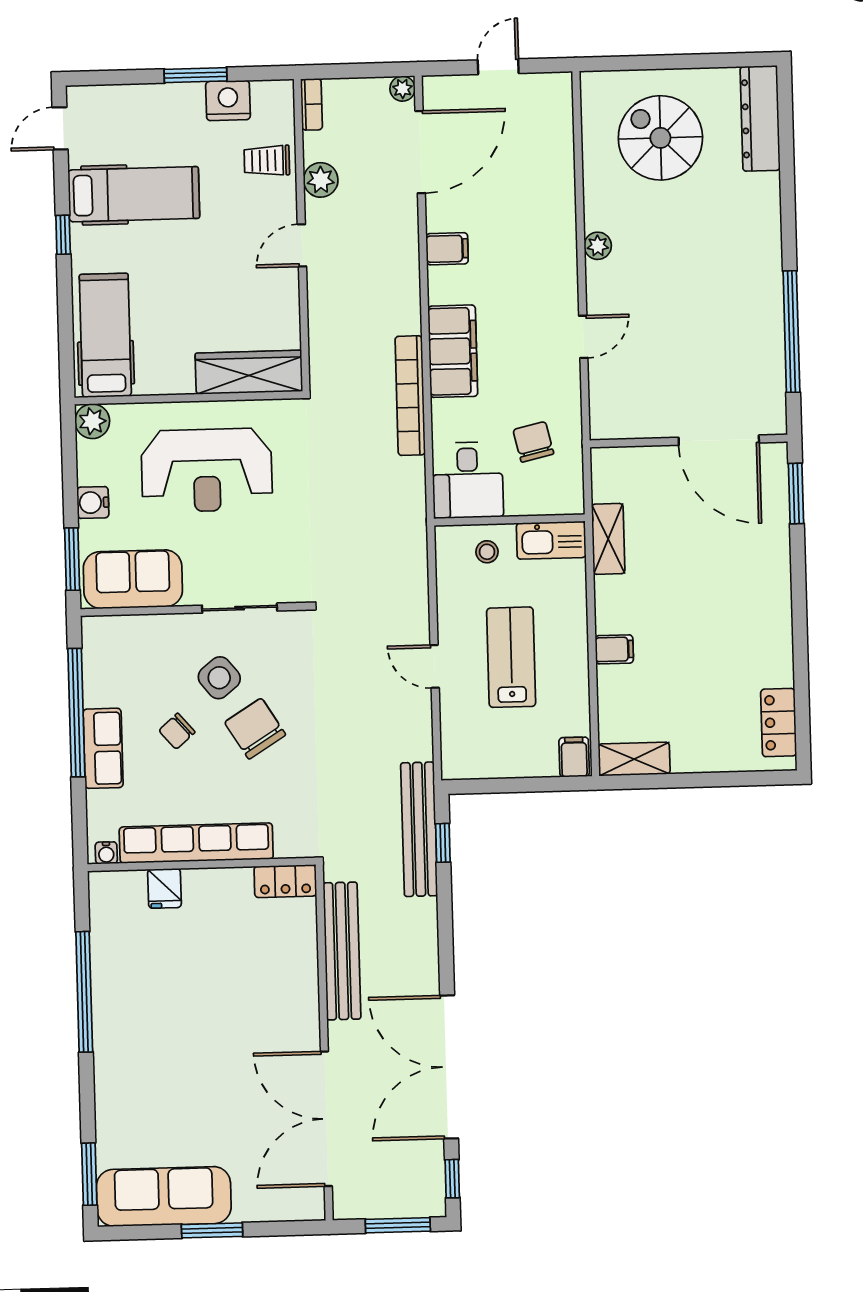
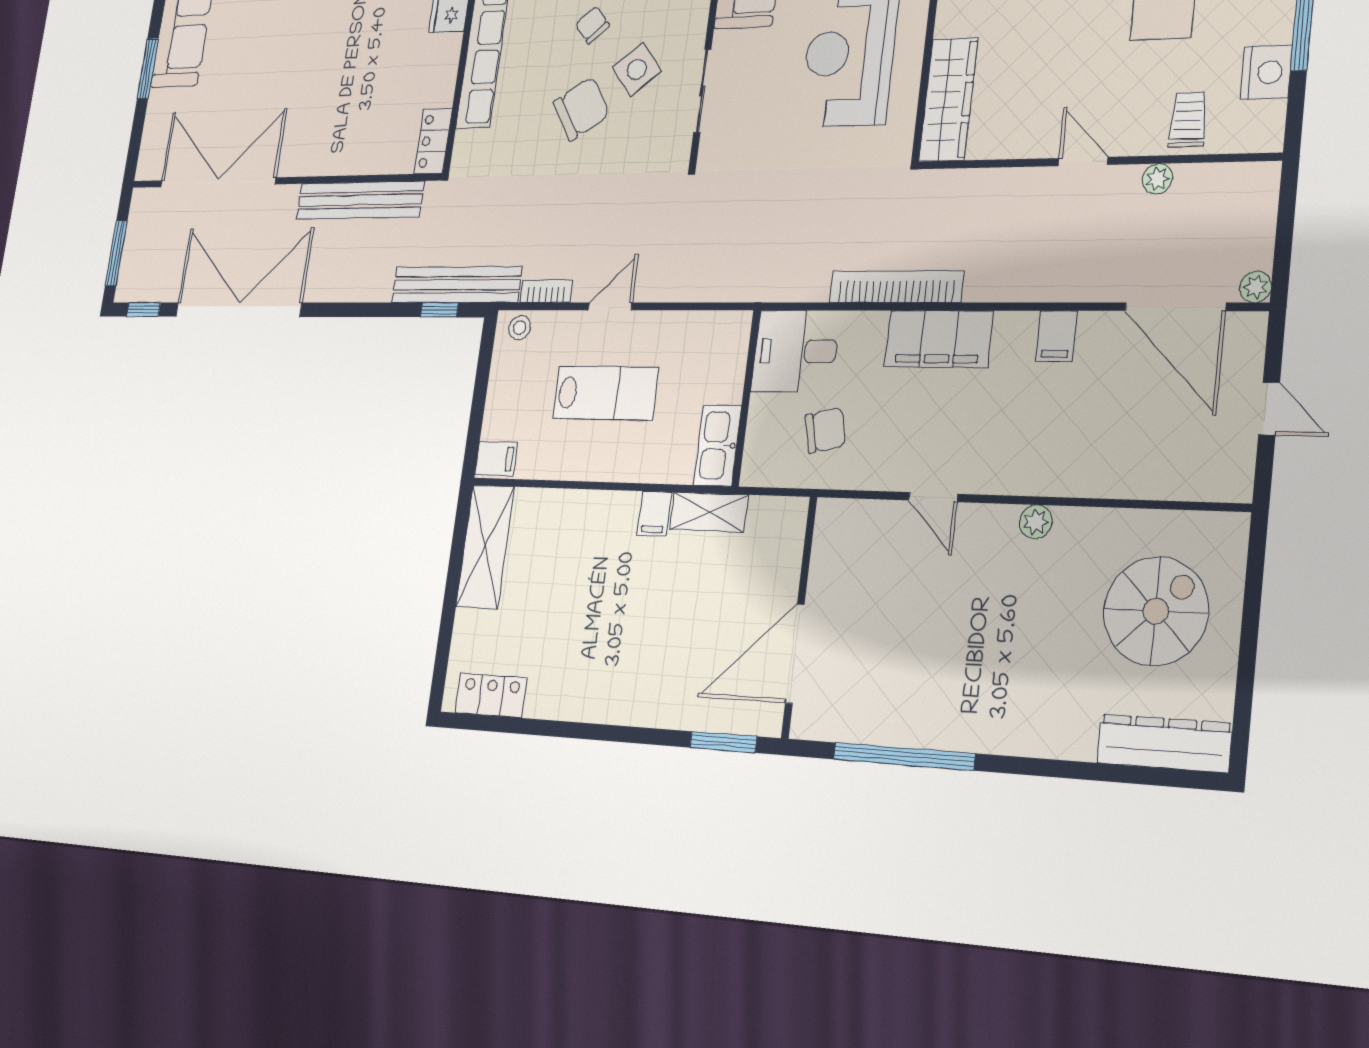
bookcase: (312, 104) -> (546, 291), moved, turned 180
plant: (321, 180) -> (1157, 179), width x0.73, depth x0.73
stool: (487, 552) -> (520, 328), moved
filing cabinet: (614, 649) -> (654, 514), moved
shelving: (634, 759) -> (485, 547), width x1.50, depth x1.33

